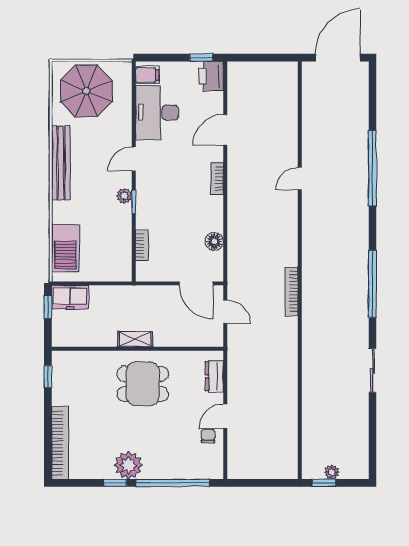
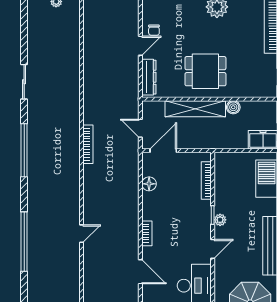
door: (225, 130) -> (140, 272), hinge flipped
bookcase: (142, 246) -> (206, 181), width x1.56
door: (196, 283) -> (163, 151), hinge flipped
boiler: (108, 338) -> (233, 107), added
shelving: (135, 339) -> (195, 109), width x2.20, depth x1.33
dresser: (214, 376) -> (149, 77), width x1.44

